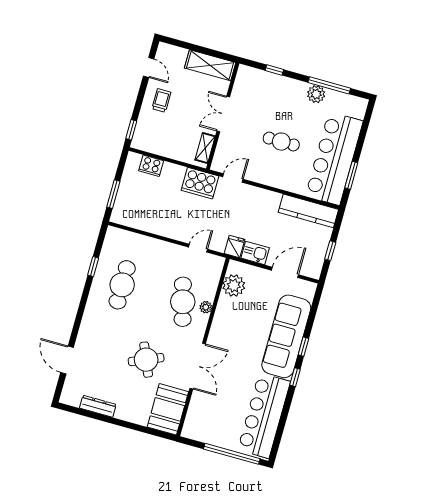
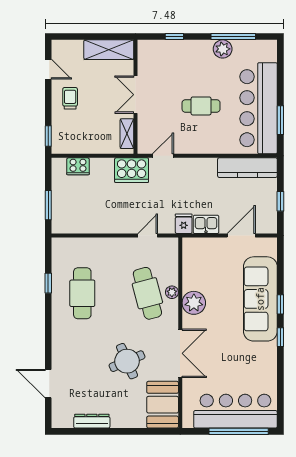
plant: (234, 286) -> (194, 303), moved
bar counter: (264, 416) -> (235, 411), moved, turned 90

